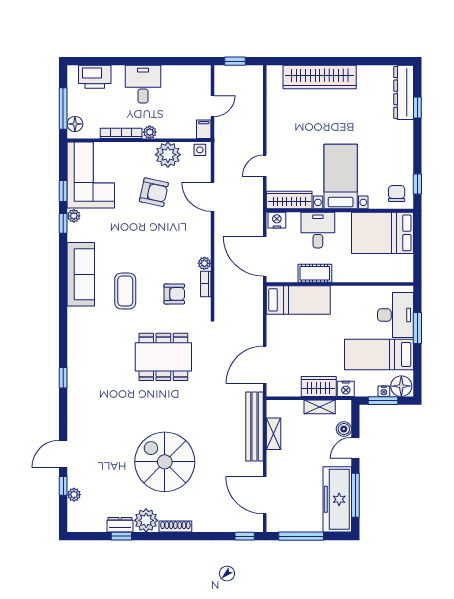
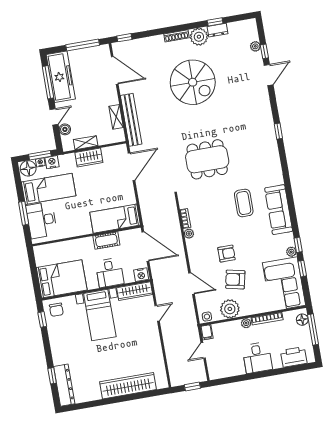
armchair: (174, 294) -> (226, 254), moved, turned 180
nightstand: (346, 389) -> (52, 162), moved

